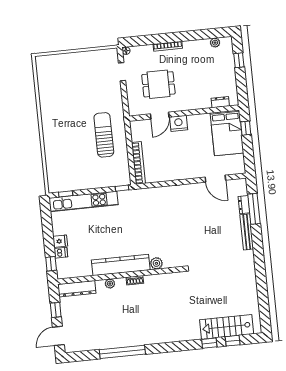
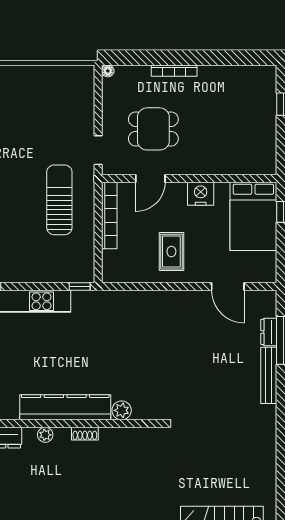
plant: (215, 43) -> (249, 72), removed
doorway: (122, 72) -> (98, 150), moved
dresser: (220, 102) -> (248, 167), removed
nightstand: (179, 123) -> (201, 194), moved
rug: (178, 160) -> (171, 252), added
bookcase: (138, 163) -> (109, 215), moved

